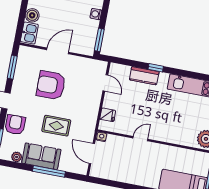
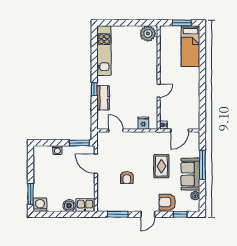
door: (58, 51) -> (96, 164), moved
door: (105, 83) -> (116, 130), hinge flipped
armchair: (51, 85) -> (127, 178), width x0.53, depth x0.53
door: (140, 139) -> (159, 91), swing flipped

